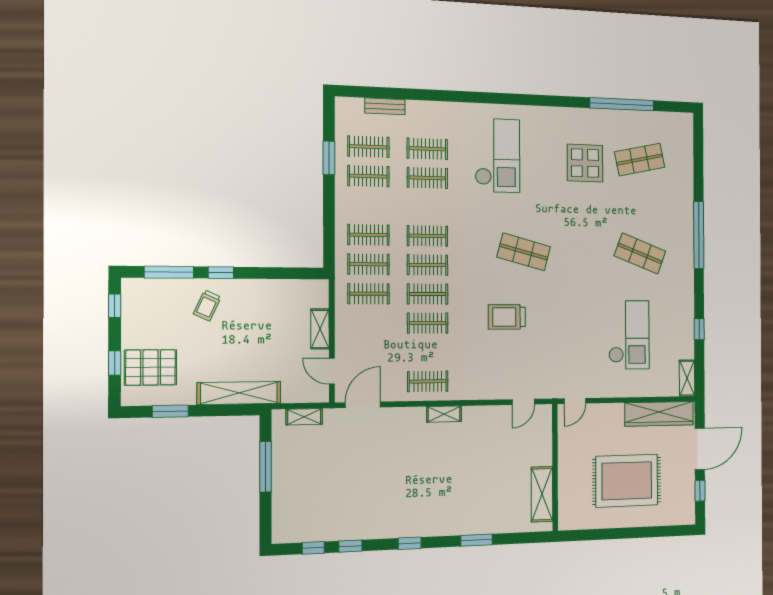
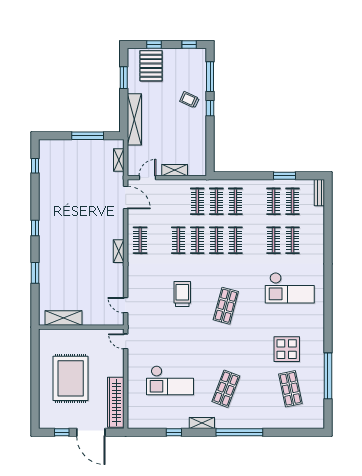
bench: (385, 106) -> (319, 193), moved
shelving: (687, 378) -> (202, 423), moved
window: (350, 546) -> (35, 189), removed

